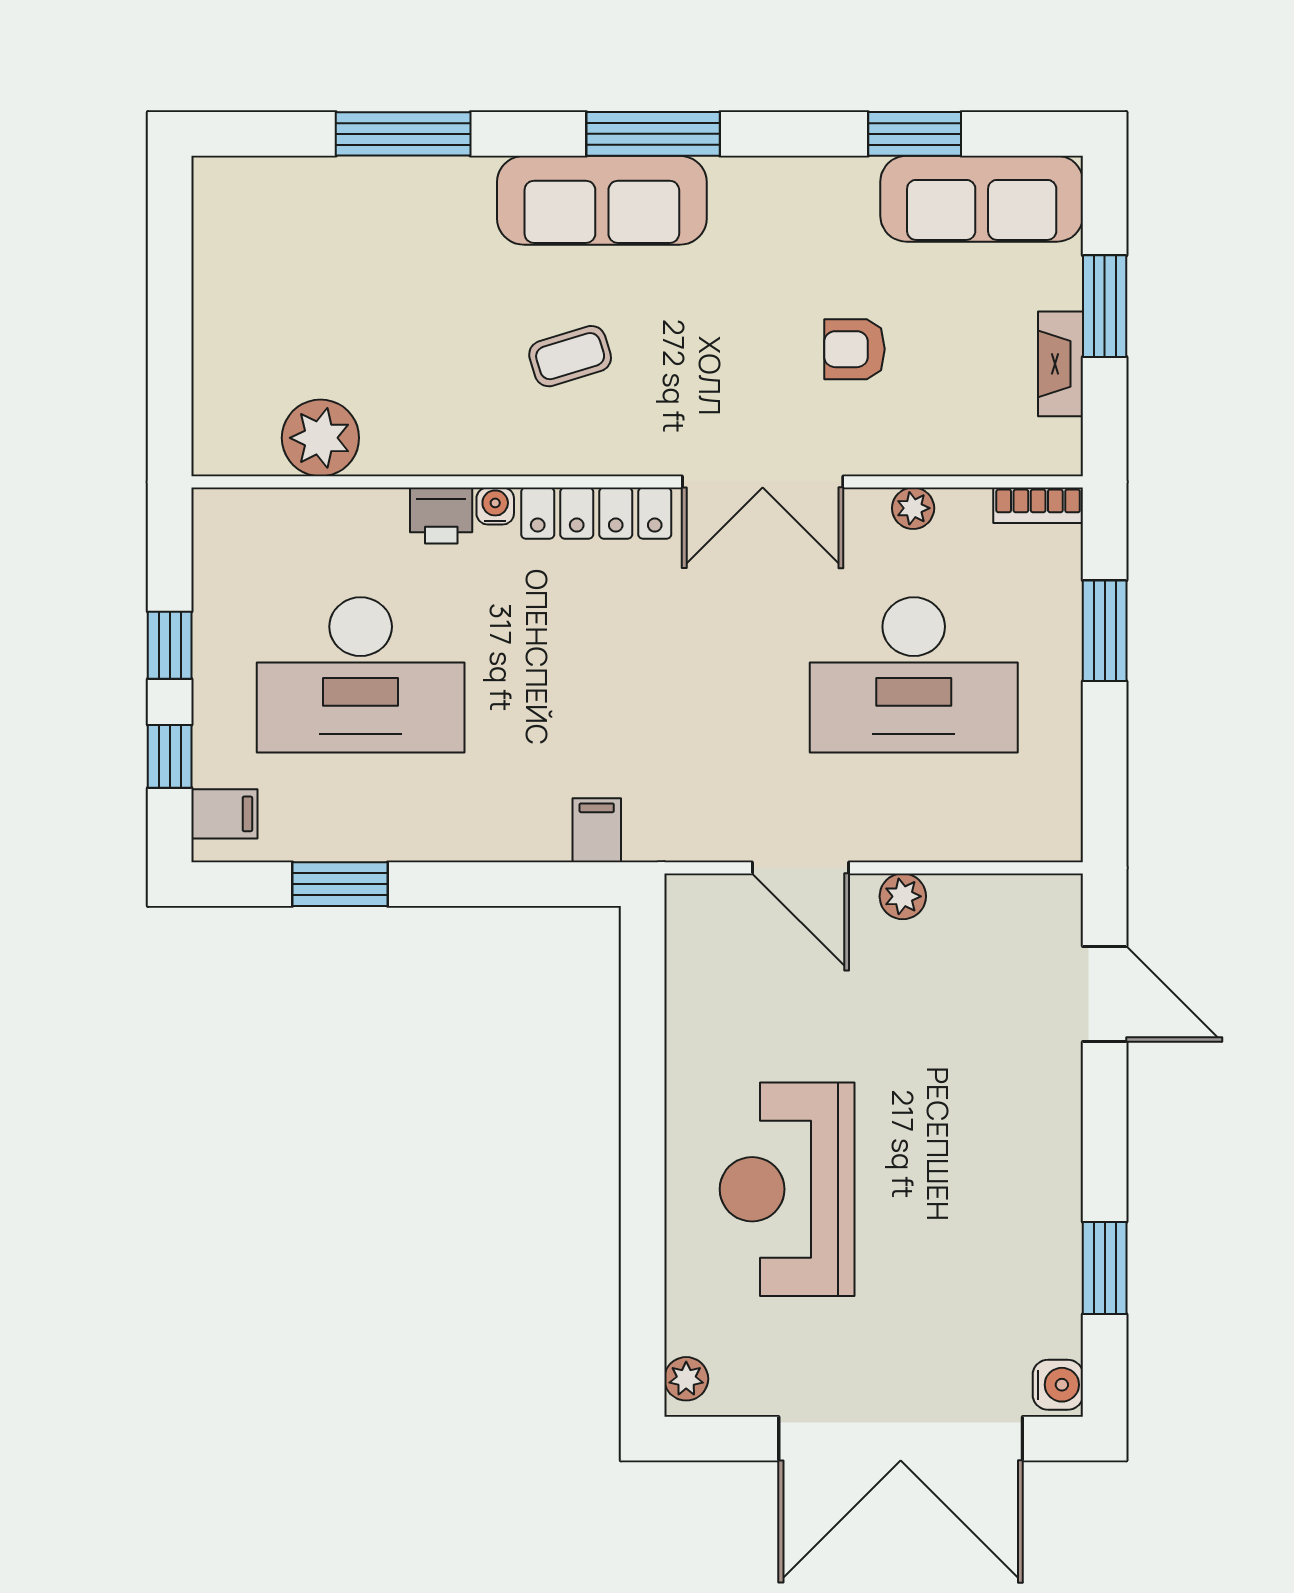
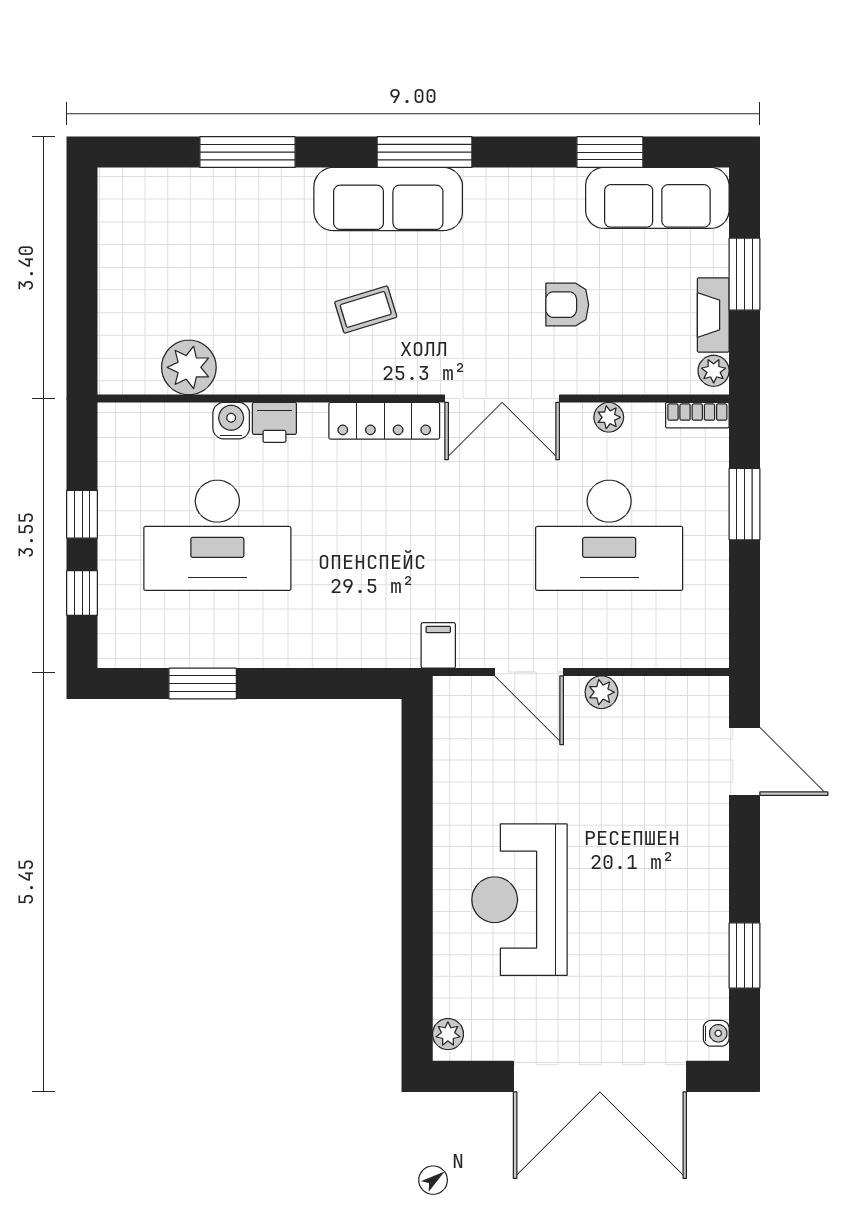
plant: (1061, 443) -> (714, 371), added
water cooler: (495, 506) -> (231, 421), moved, width x1.38, depth x1.38
filing cabinet: (224, 814) -> (121, 634), removed
filing cabinet: (597, 830) -> (438, 645), moved
water cooler: (1058, 1385) -> (716, 1033), width x0.72, depth x0.72

